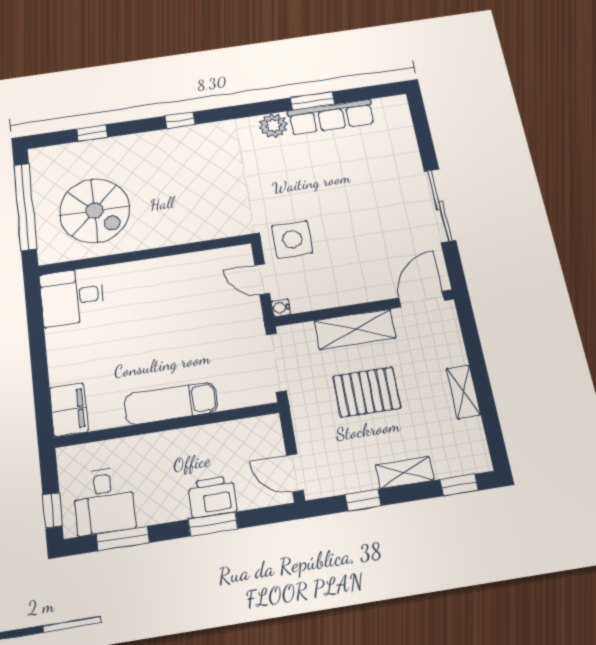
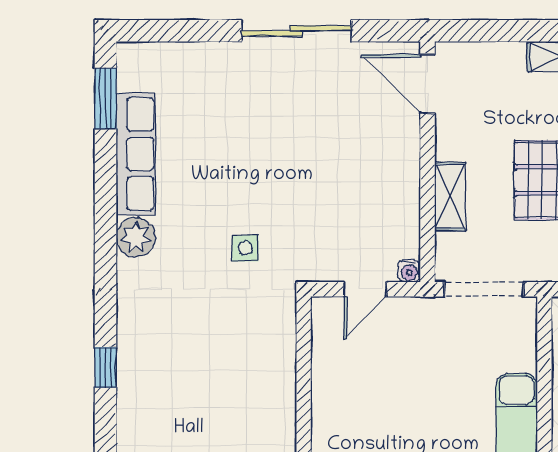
window: (312, 101) -> (105, 99), moved
side table: (292, 239) -> (245, 248), moved, width x0.54, depth x0.54
shelving: (355, 329) -> (450, 196), width x0.67, depth x0.75

